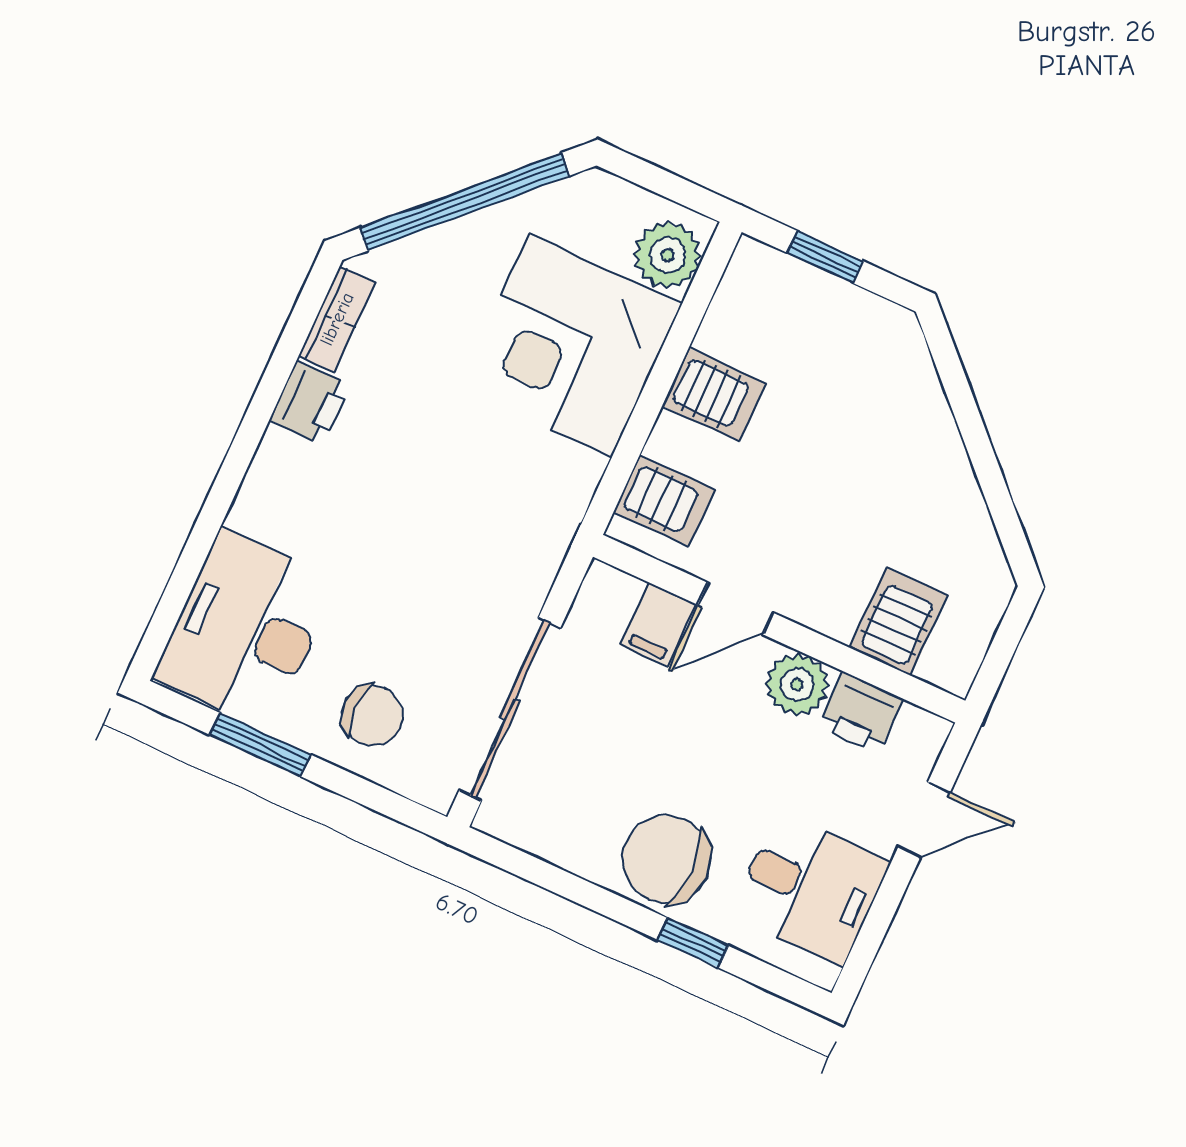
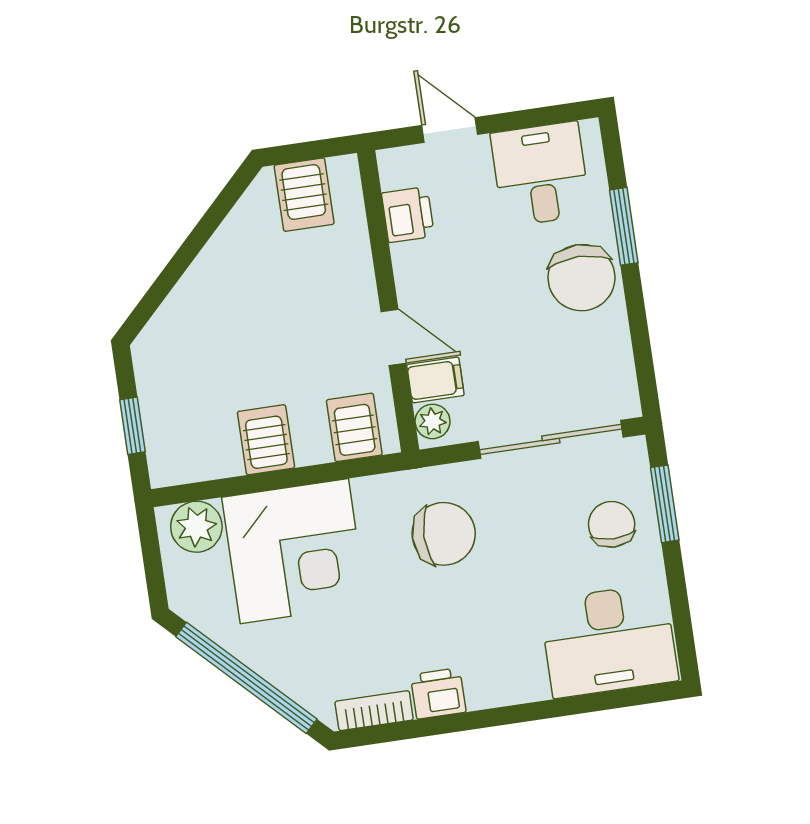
chair: (482, 523) -> (444, 534), added
server rack: (899, 621) -> (304, 195), moved, turned -90
plant: (797, 685) -> (433, 421), moved, width x0.73, depth x0.73
window: (260, 745) -> (665, 504), moved
window: (693, 943) -> (624, 226), width x1.50

